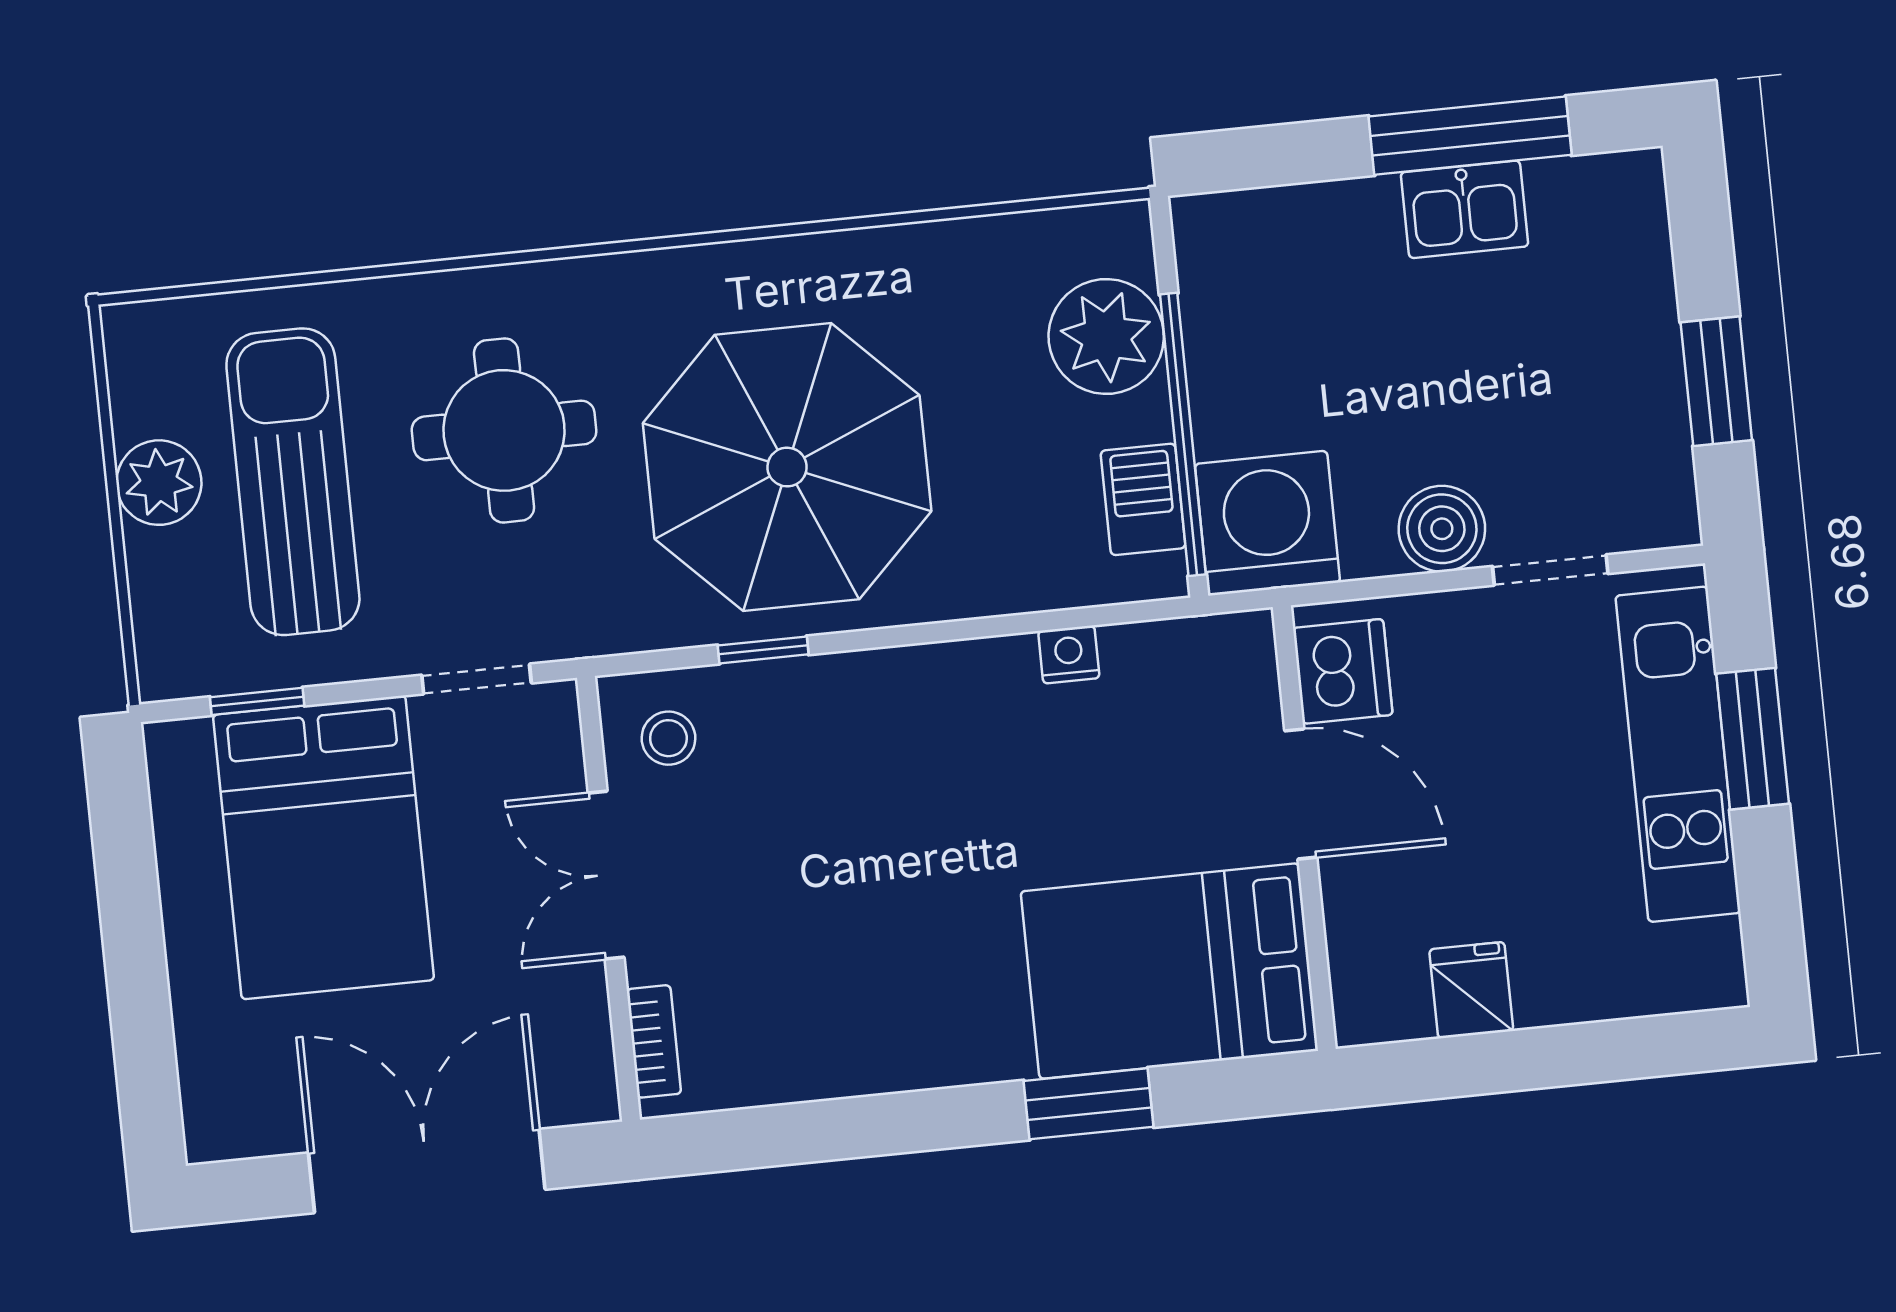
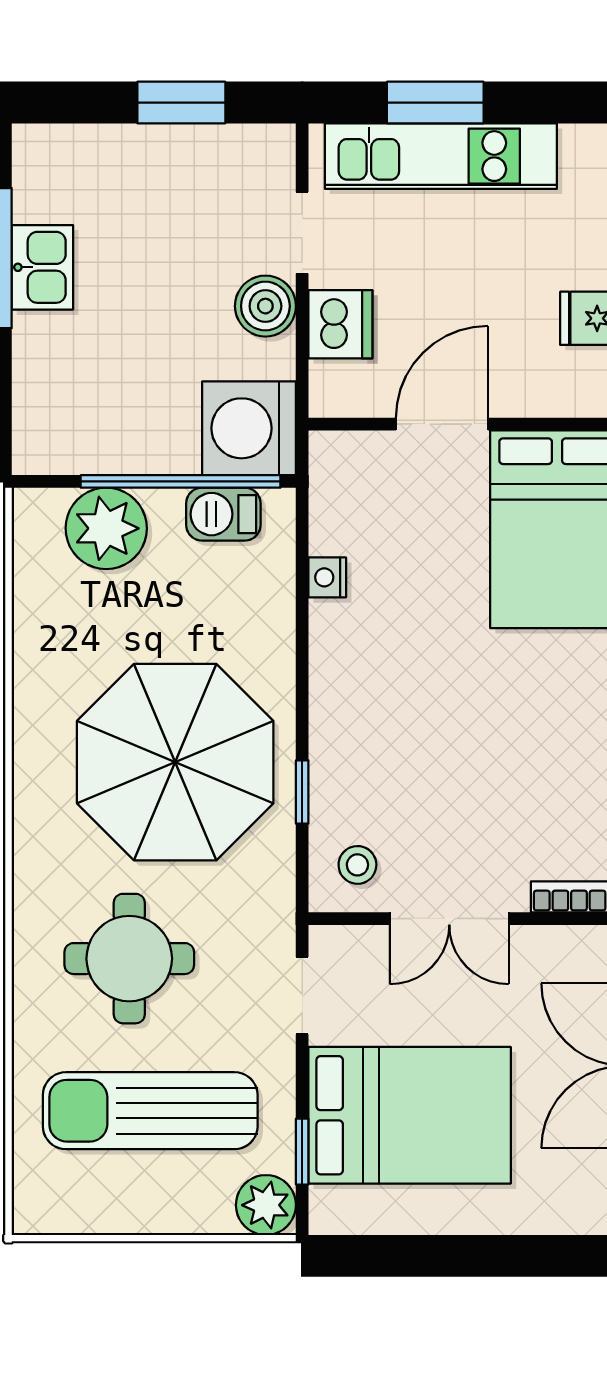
plant: (159, 483) -> (266, 1205), moved
dishwasher: (1343, 671) -> (340, 324), moved, turned 90

